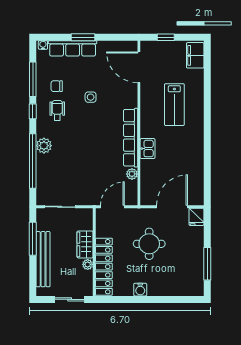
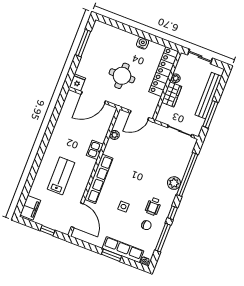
row of seats: (131, 138) -> (99, 179), moved

